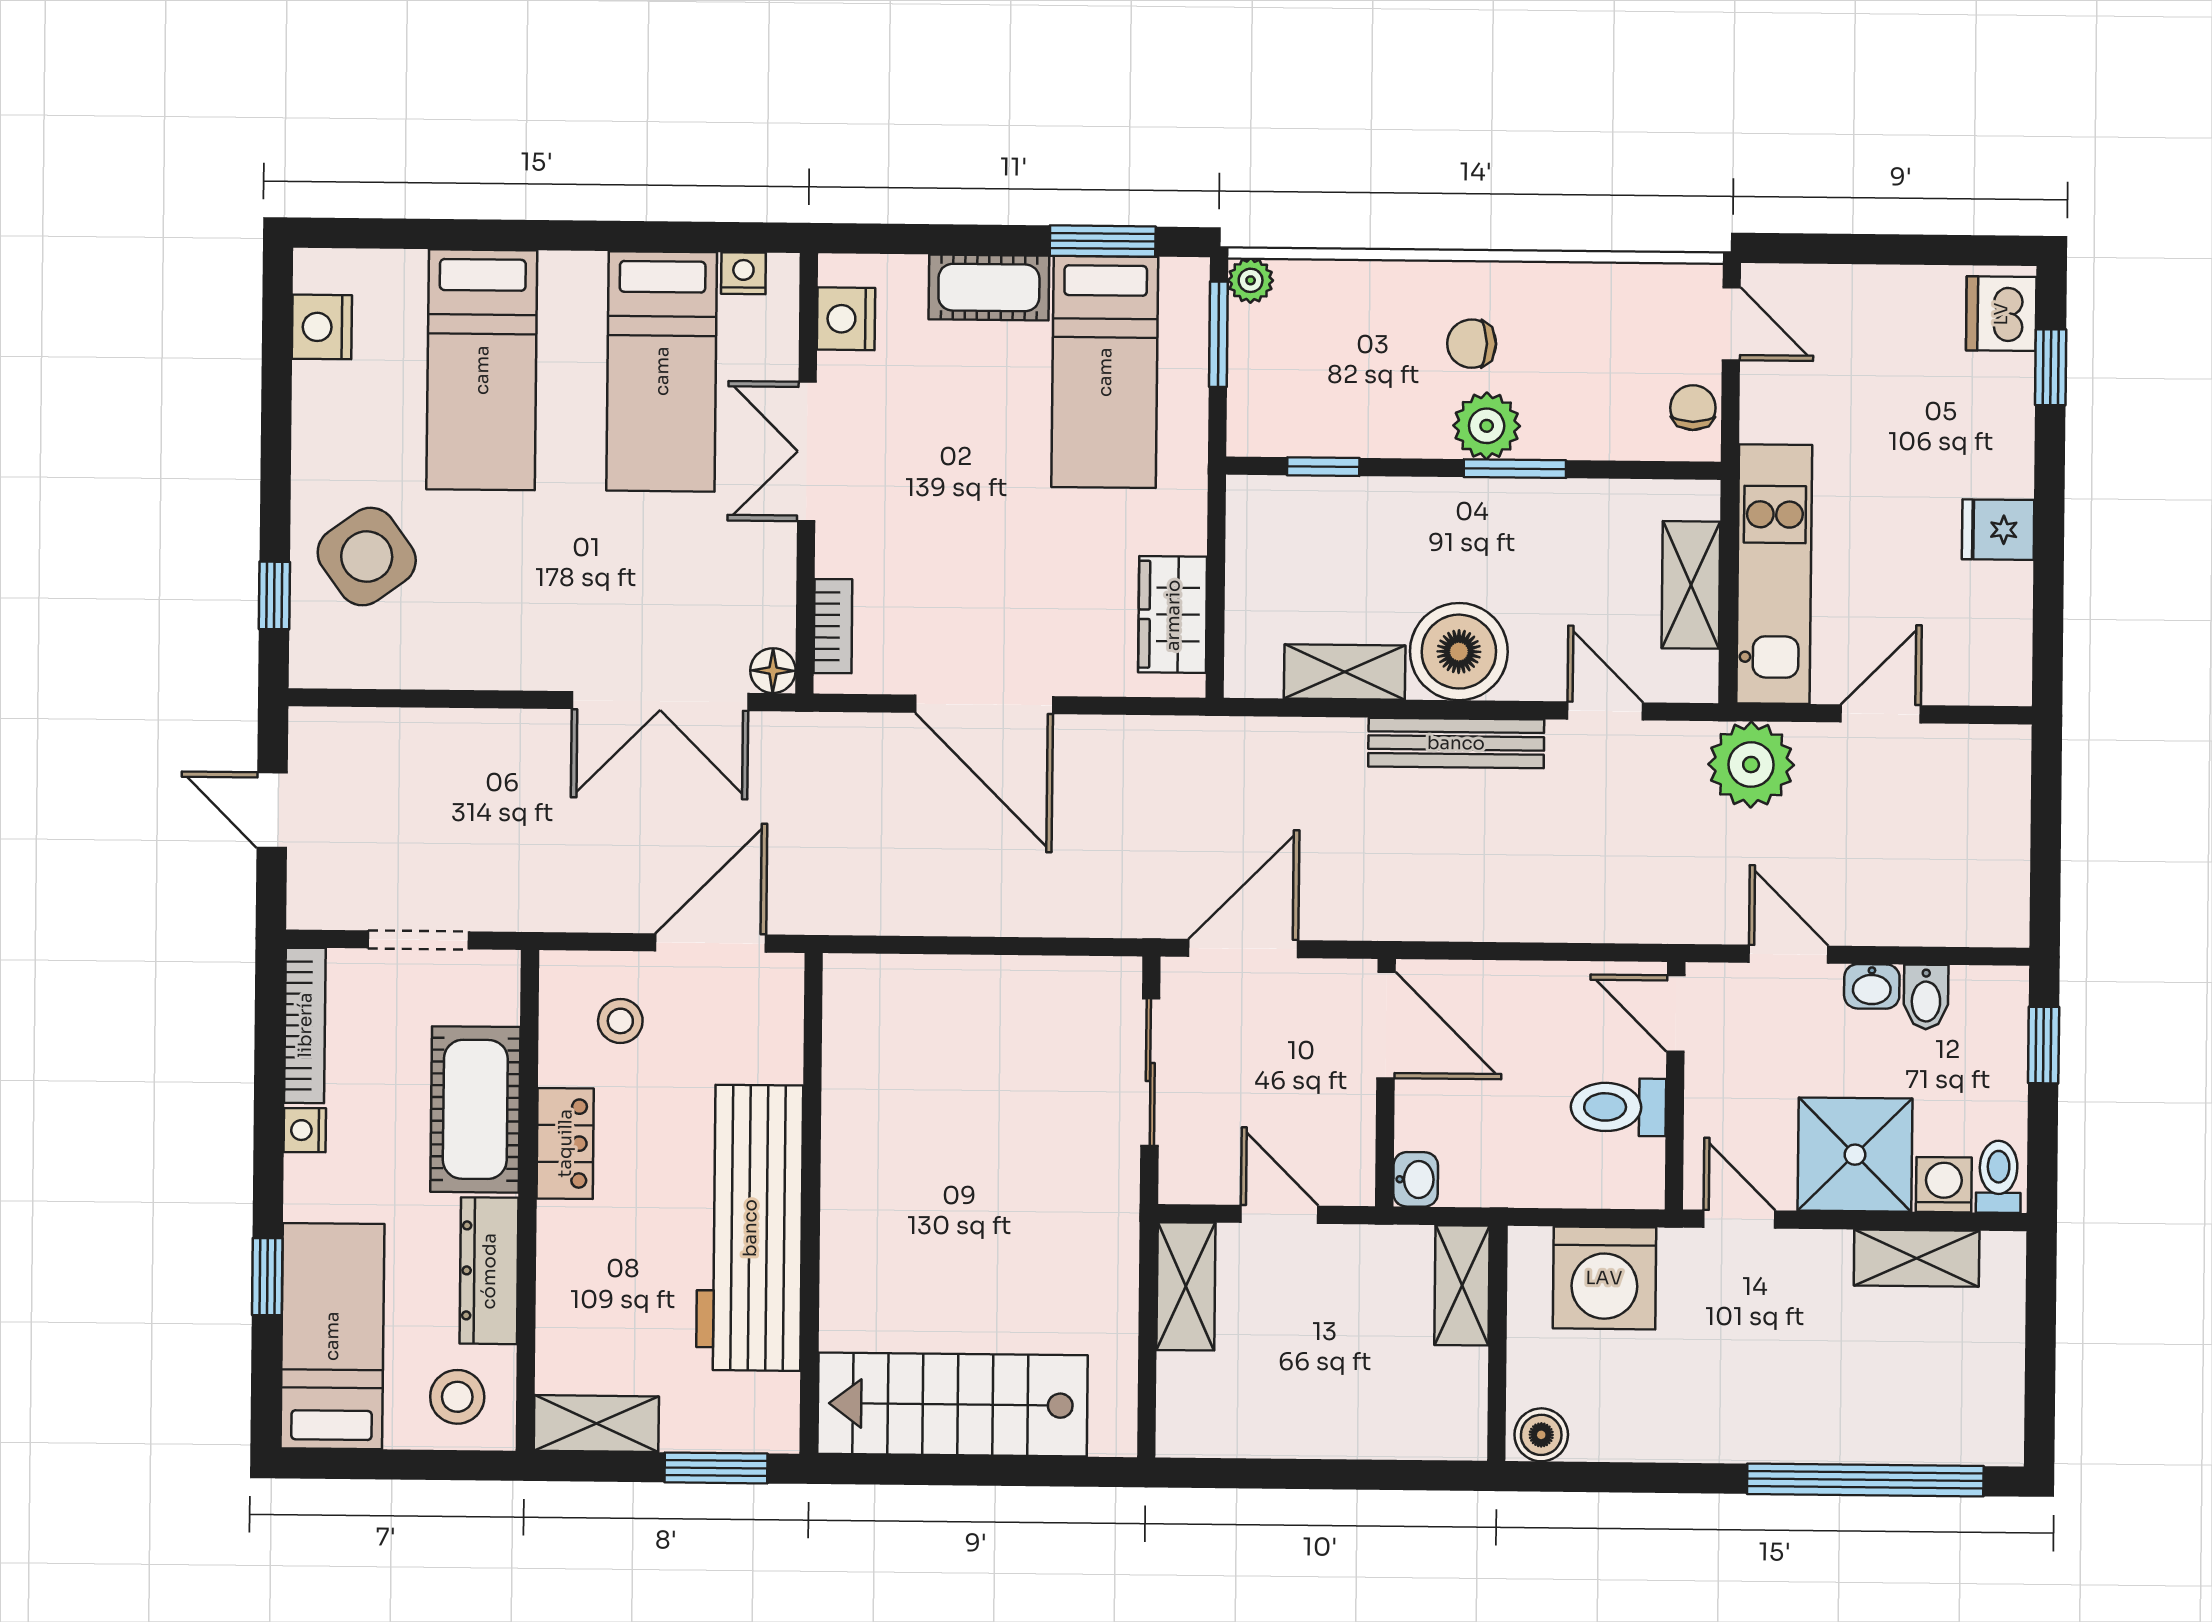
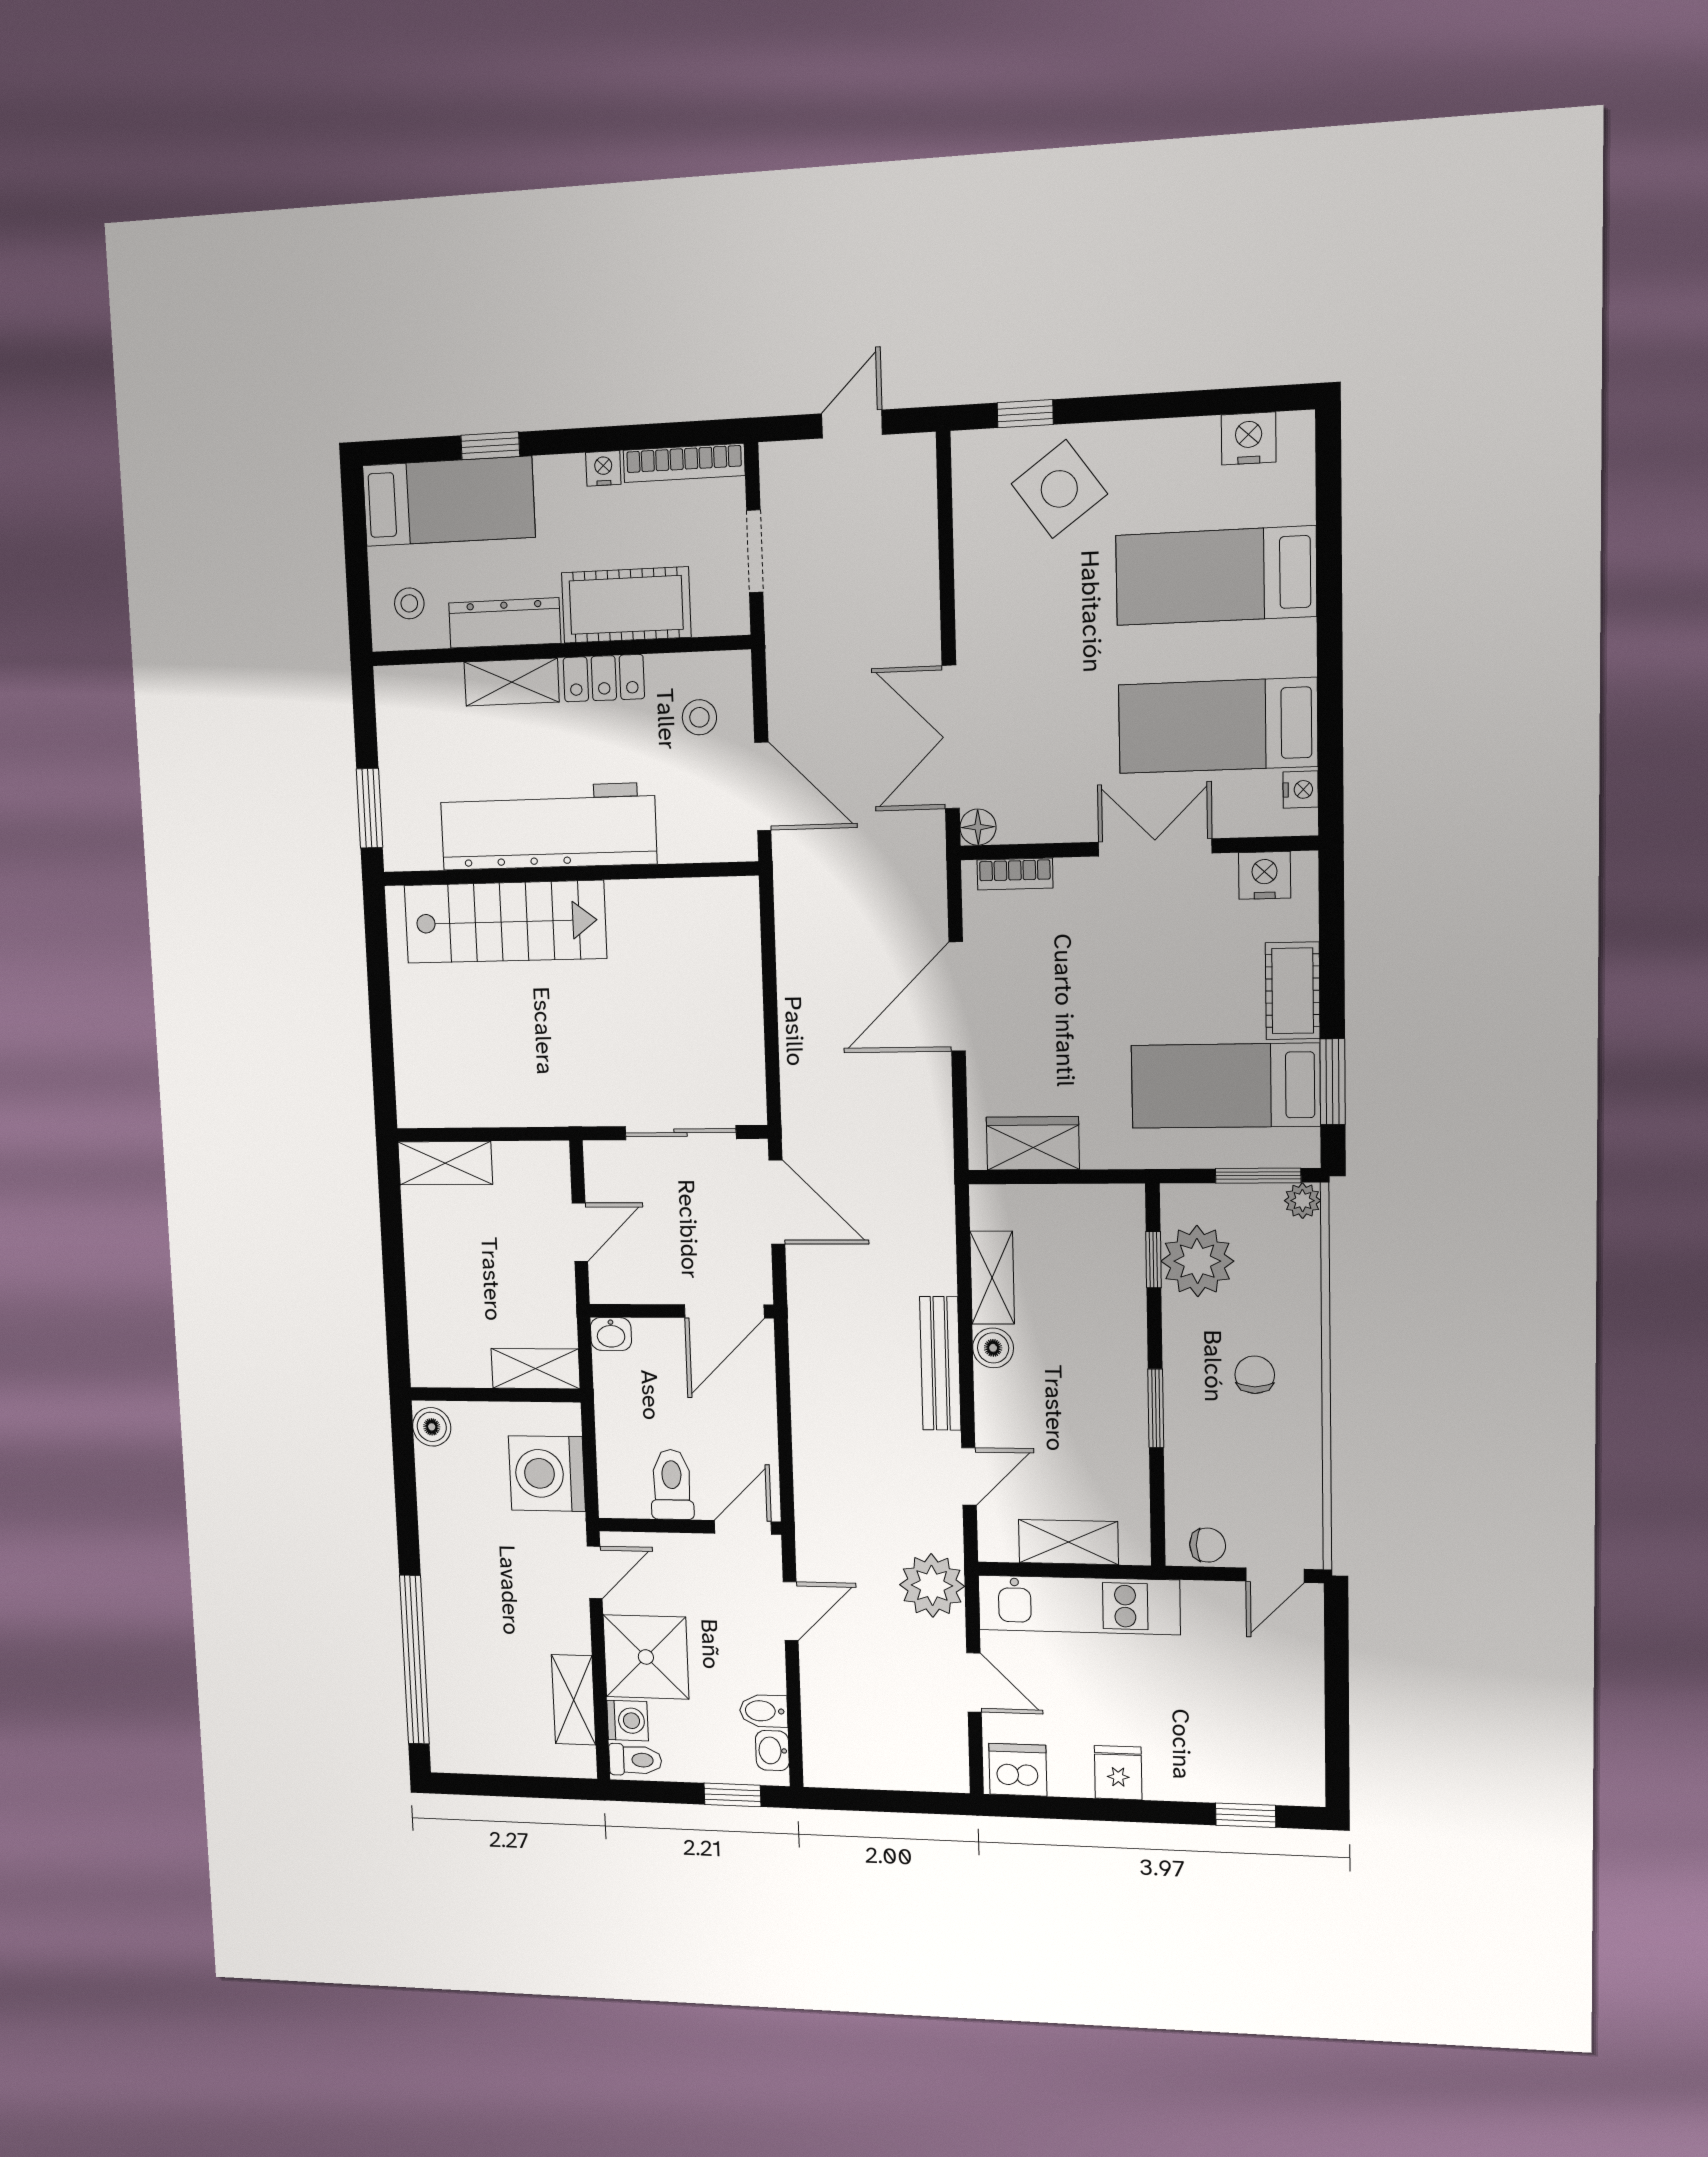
dishwasher: (2001, 314) -> (1018, 1770), moved
plant: (1487, 426) -> (1197, 1261), moved, width x1.36, depth x1.36
boiler: (1459, 652) -> (993, 1348), width x0.54, depth x0.54
washbasin: (1872, 986) -> (772, 1751), moved
shelving: (1186, 1286) -> (445, 1163), moved
stool: (457, 1397) -> (409, 603), width x0.73, depth x0.73
stairs: (953, 1405) -> (505, 922), moved, turned 90
shelving: (596, 1424) -> (512, 682), moved, turned 90

